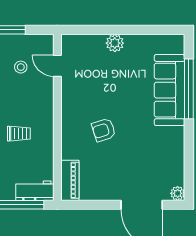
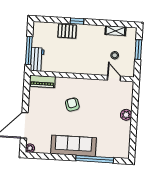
door: (57, 66) -> (114, 78), hinge flipped
sofa: (170, 90) -> (73, 146), moved
trolley: (19, 134) -> (73, 52), removed

